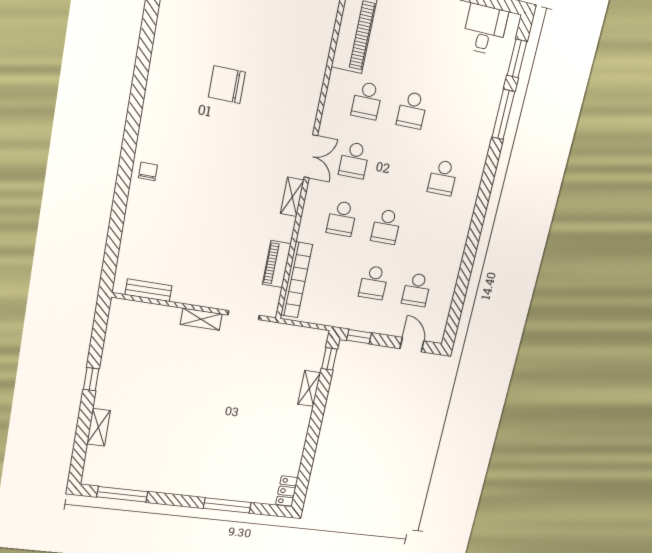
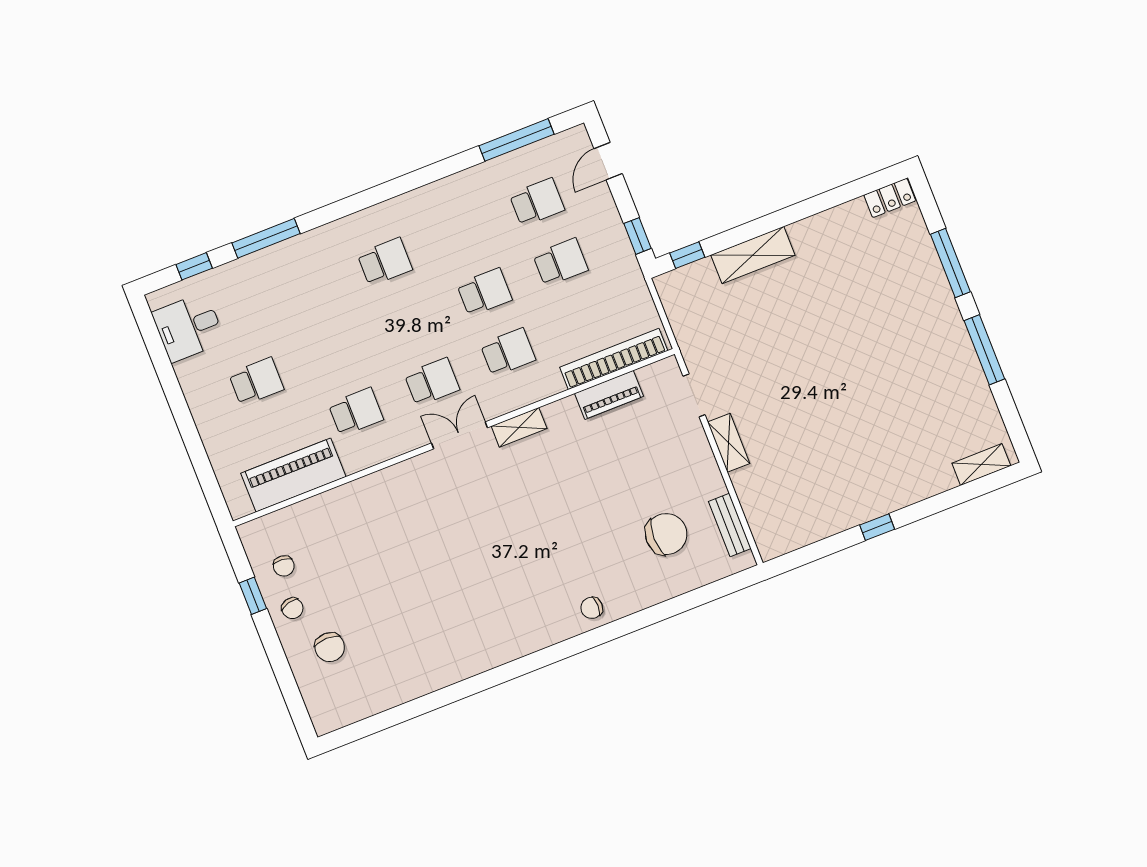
window: (517, 58) -> (194, 266), width x0.67
chair: (227, 85) -> (666, 534), moved, turned -90
school desk: (412, 110) -> (256, 381), moved
window: (458, 299) -> (517, 140), added
shelving: (309, 388) -> (753, 255), width x1.50, depth x1.33
shelving: (99, 427) -> (981, 464), moved
window: (122, 494) -> (984, 350), moved

